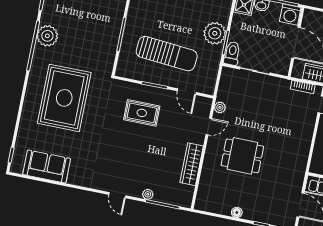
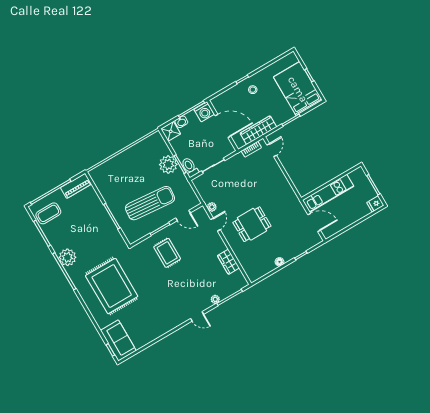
rug: (142, 113) -> (167, 253), turned 90
wardrobe: (192, 164) -> (228, 262), width x0.67
sofa: (47, 166) -> (118, 340), moved, turned 90

